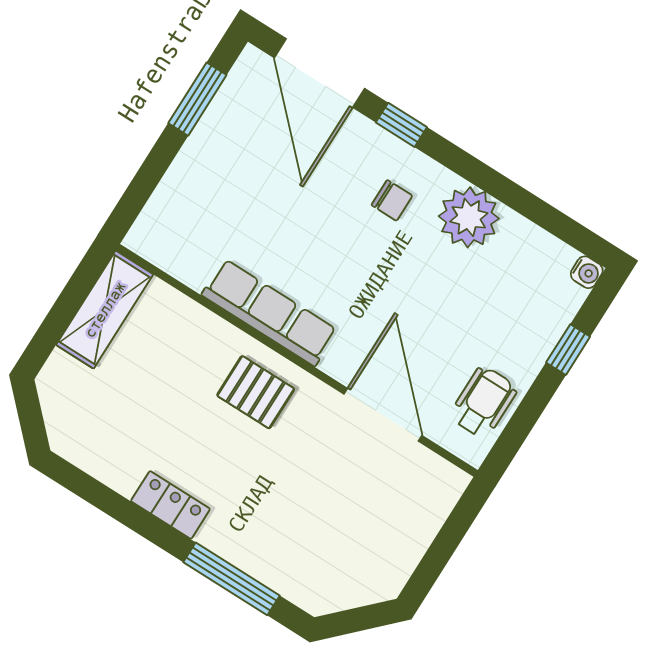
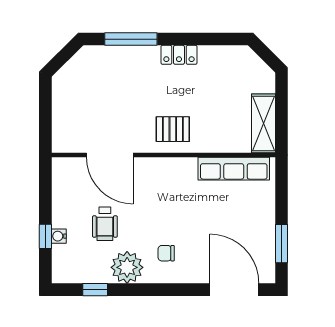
window: (401, 125) -> (95, 290), moved
water cooler: (587, 272) -> (59, 236), moved
row of seats: (269, 313) -> (234, 169), moved
wheelchair: (483, 402) -> (105, 224), moved

